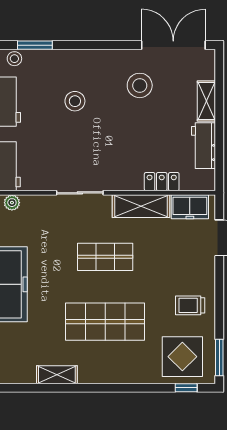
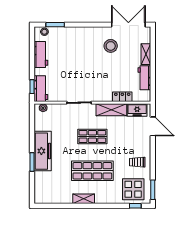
stool: (75, 101) -> (76, 54), removed
shelving: (57, 375) -> (84, 199), moved

